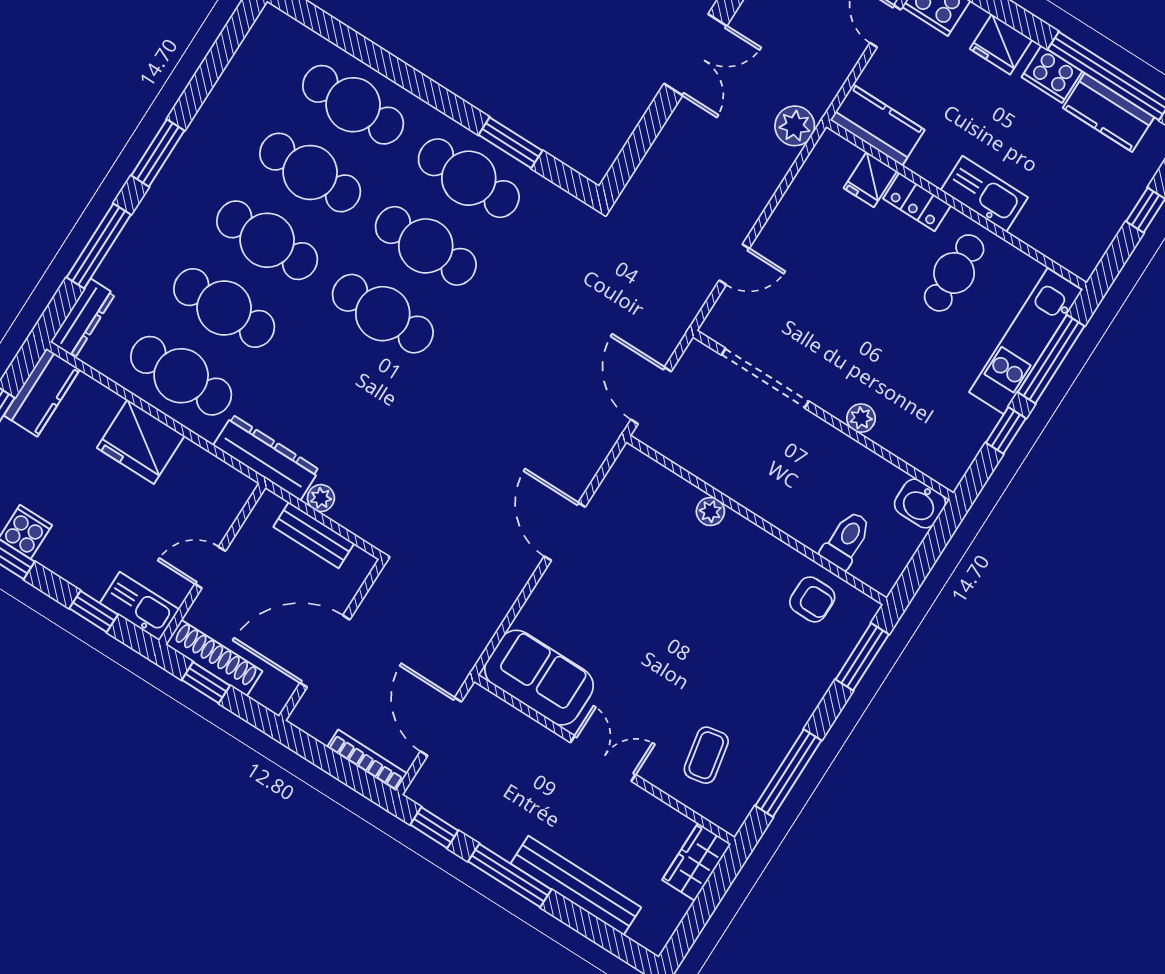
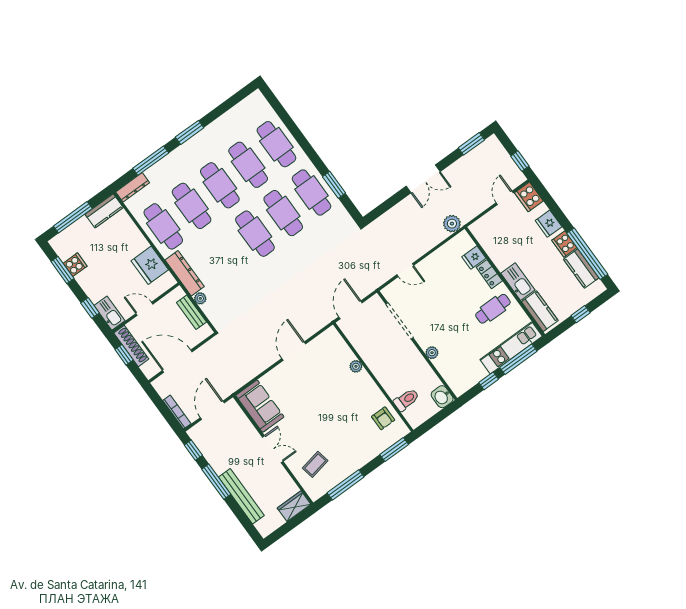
kitchen counter: (877, 125) -> (540, 311), moved
fridge: (141, 442) -> (150, 265), moved

